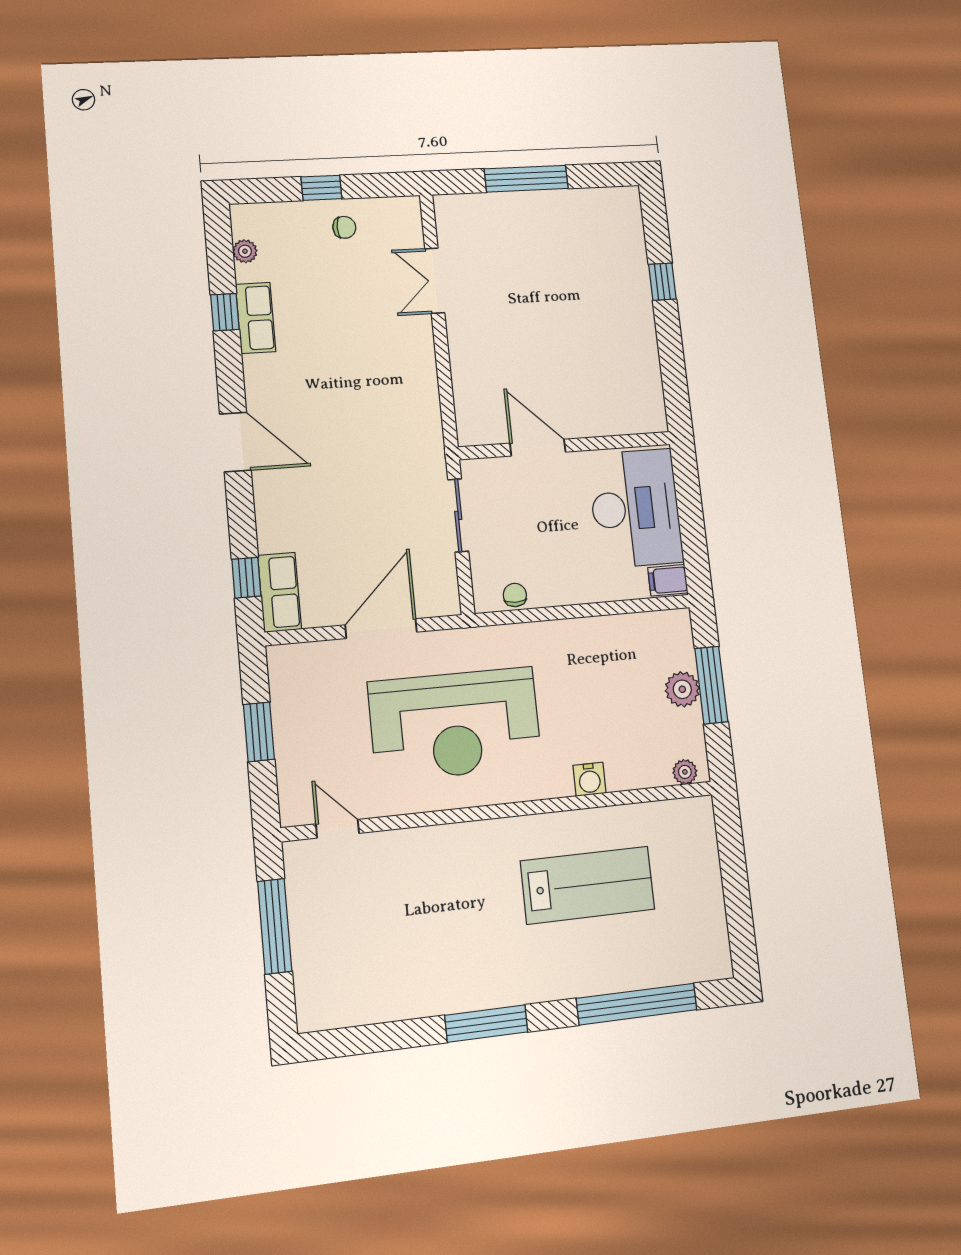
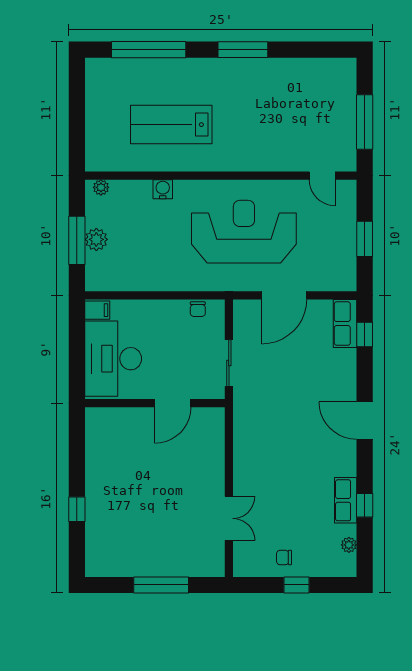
door: (538, 448) -> (173, 403), hinge flipped

